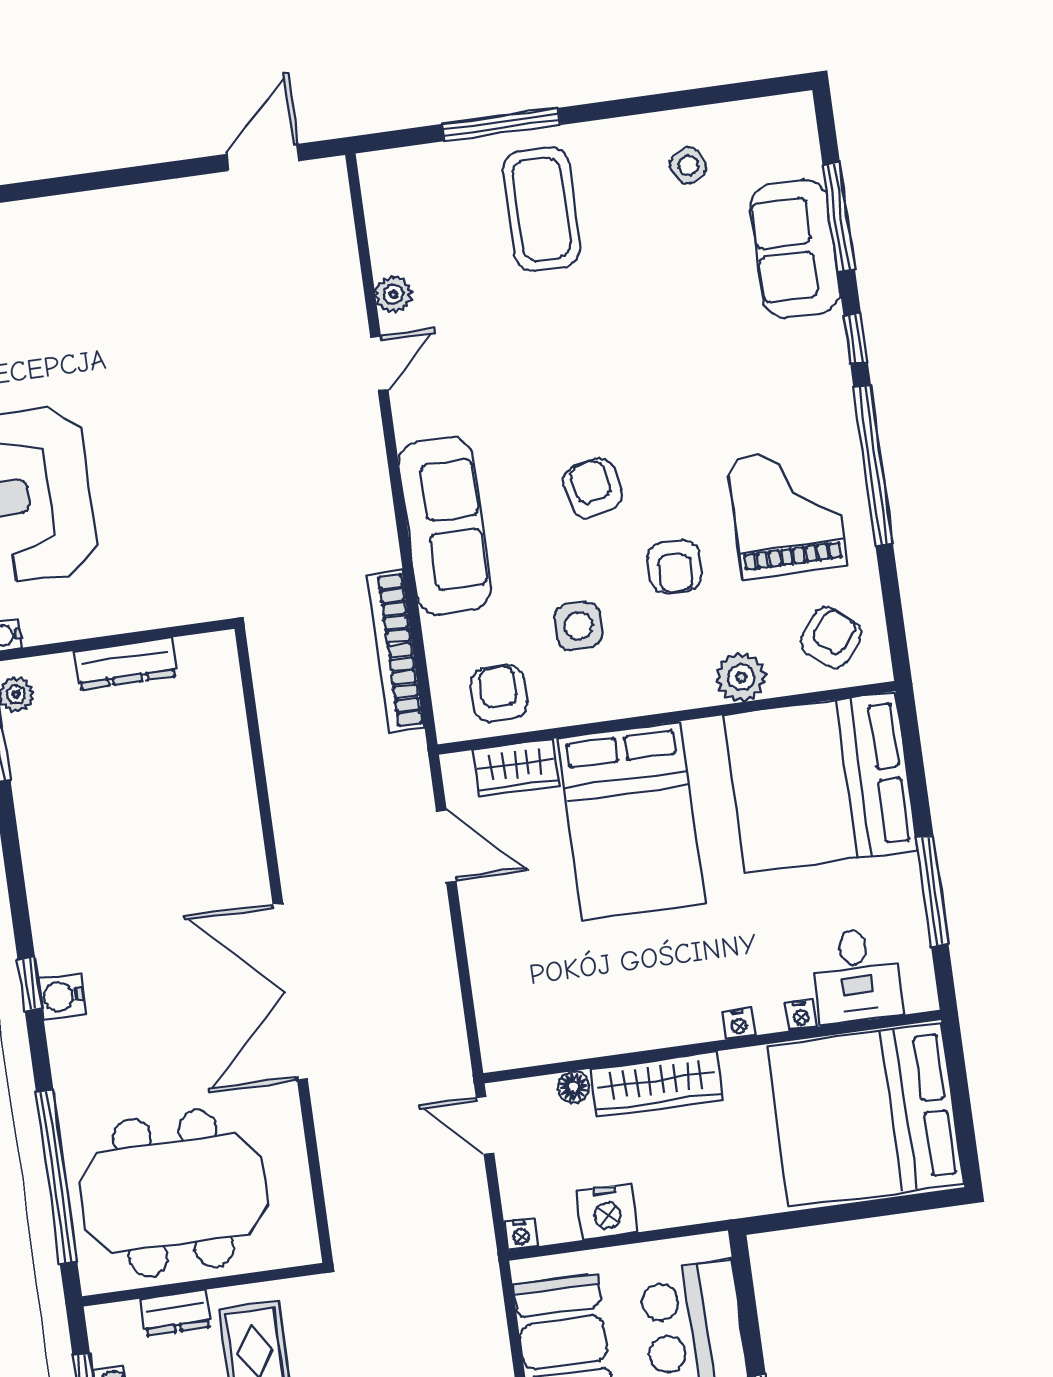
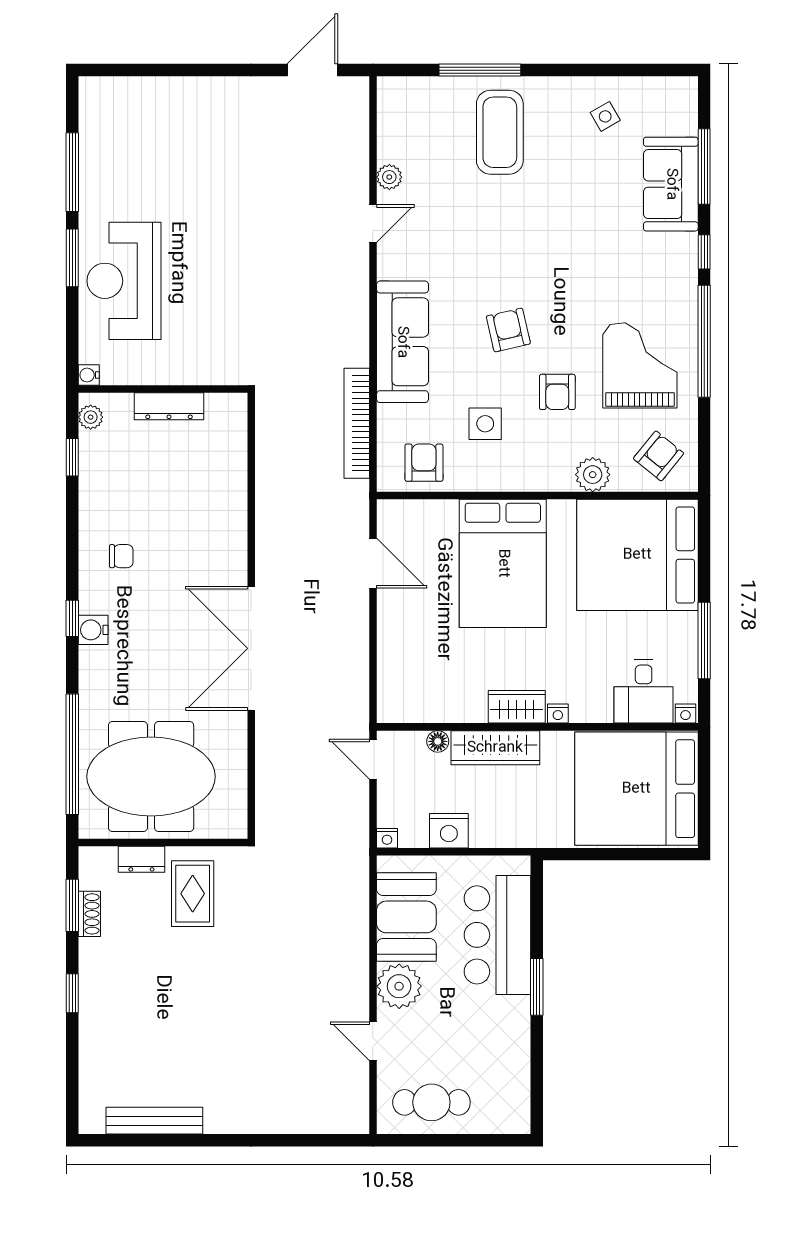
wardrobe: (516, 768) -> (517, 707), moved, turned 180
chair: (87, 886) -> (121, 556), added
nightstand: (801, 1015) -> (686, 714), moved

